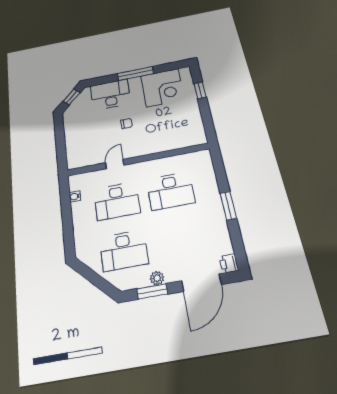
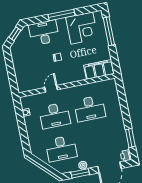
window: (200, 90) -> (109, 31), width x2.17
filing cabinet: (185, 138) -> (99, 70), added
window: (228, 206) -> (130, 138), moved

